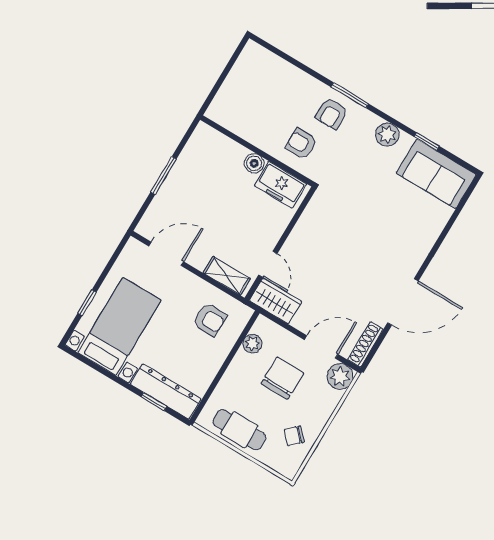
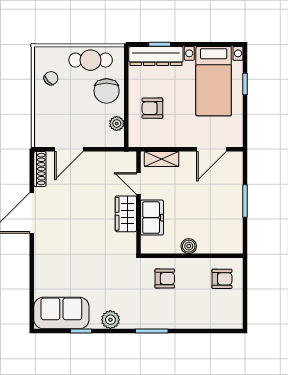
armchair: (332, 113) -> (222, 279), moved, turned 90
freezer: (281, 185) -> (152, 218), moved, turned 90
wardrobe: (276, 301) -> (126, 214), moved, turned 90
armchair: (210, 319) -> (152, 108), moved
plant: (340, 376) -> (44, 137), removed
chair: (282, 378) -> (107, 91), moved

